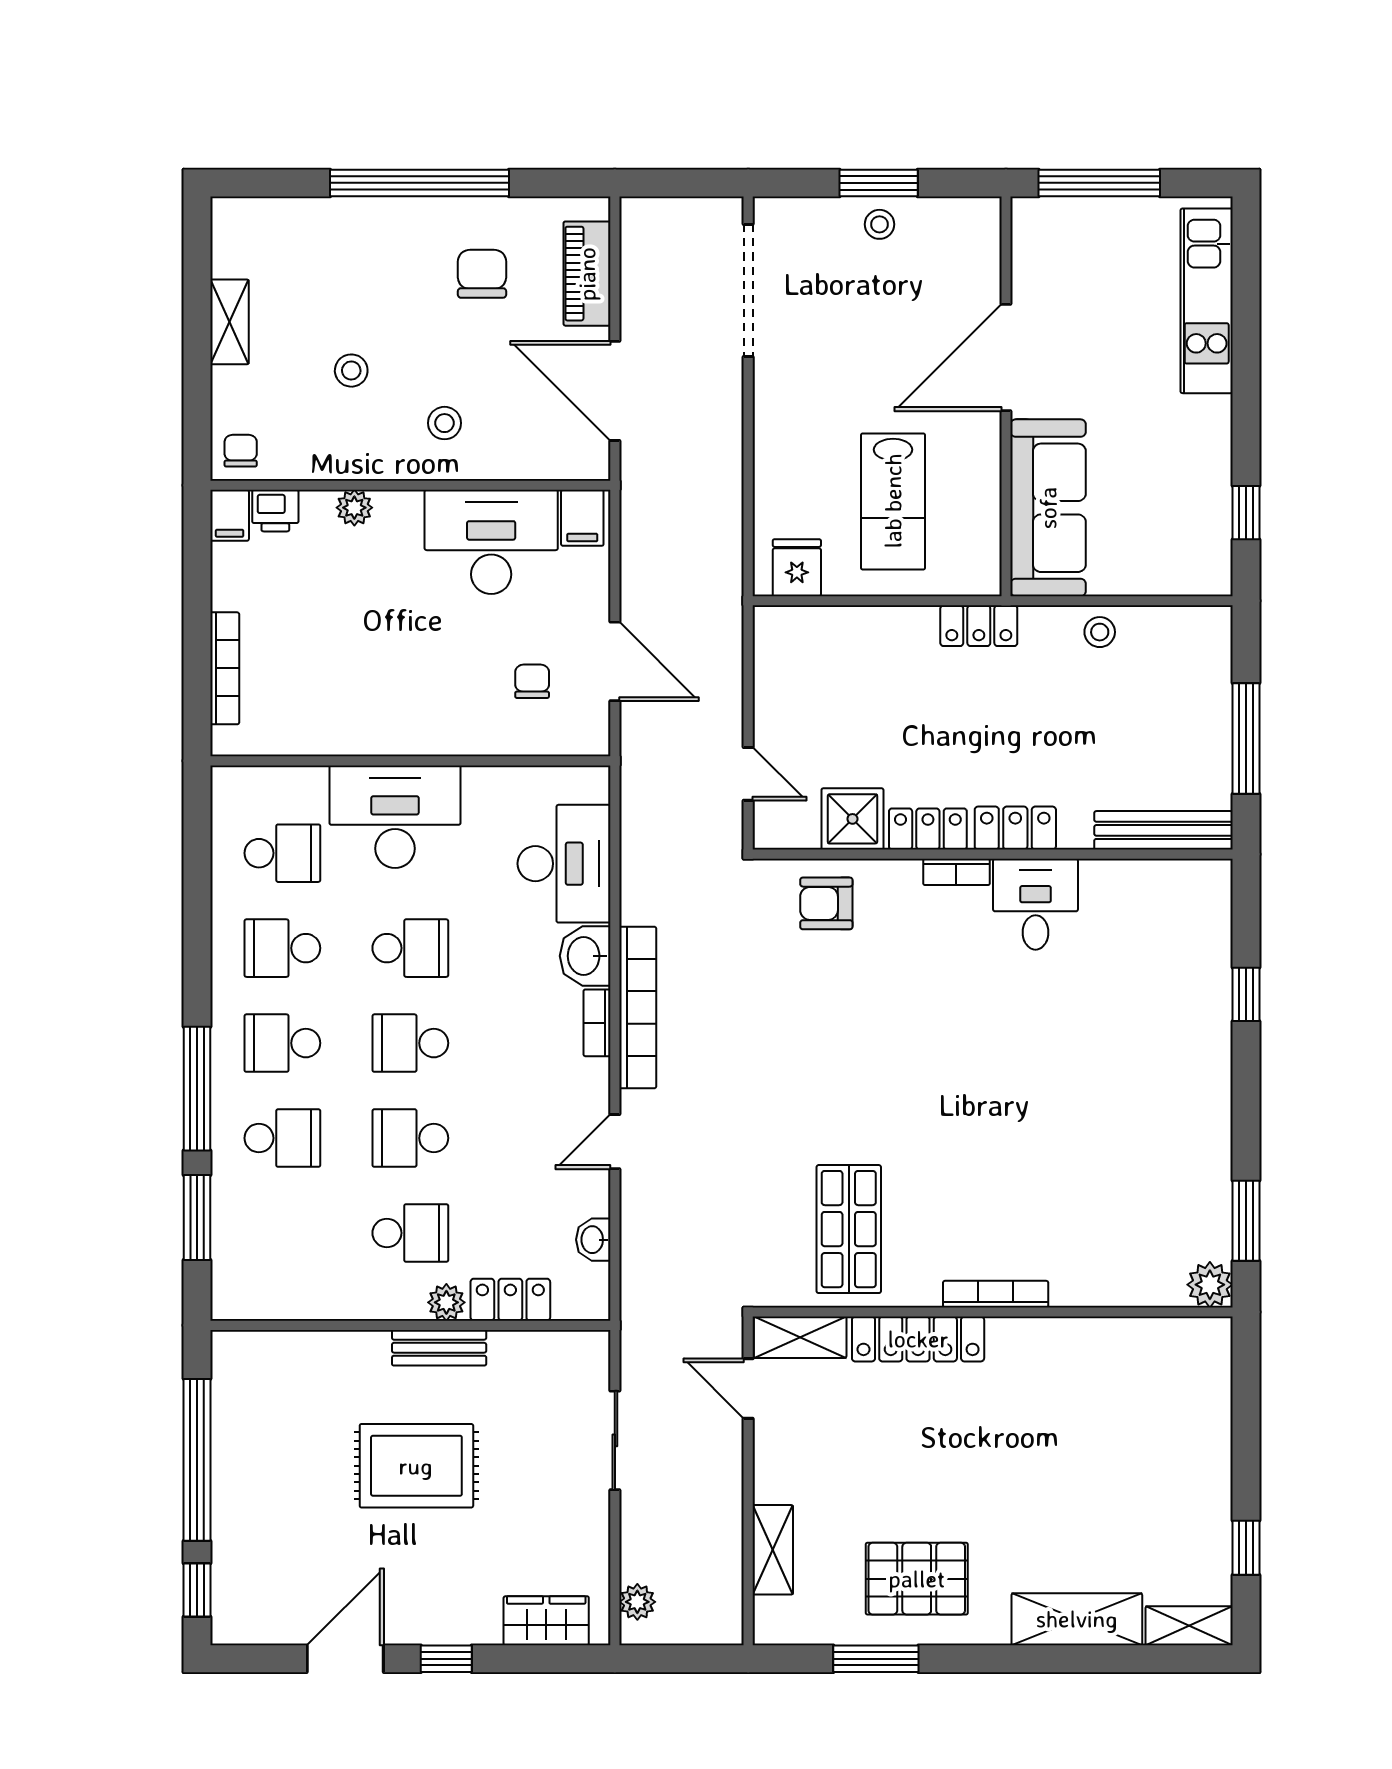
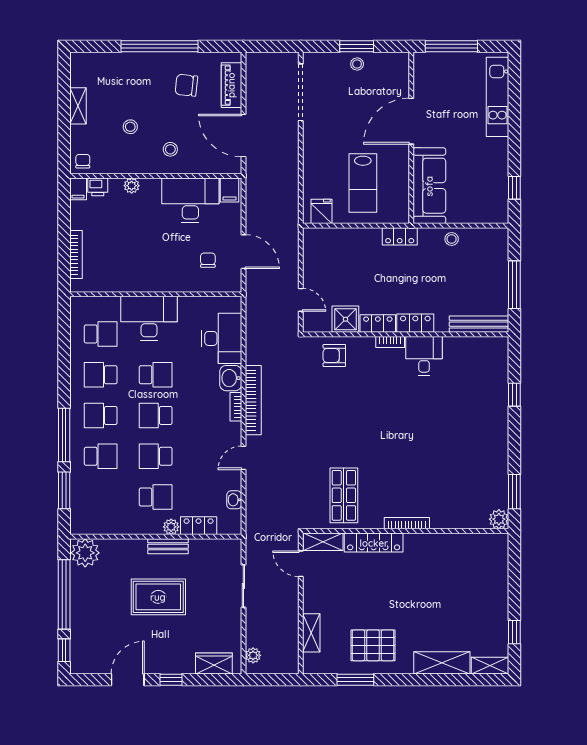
chair: (482, 274) -> (186, 85), turned -84
plant: (246, 1363) -> (85, 553), added

